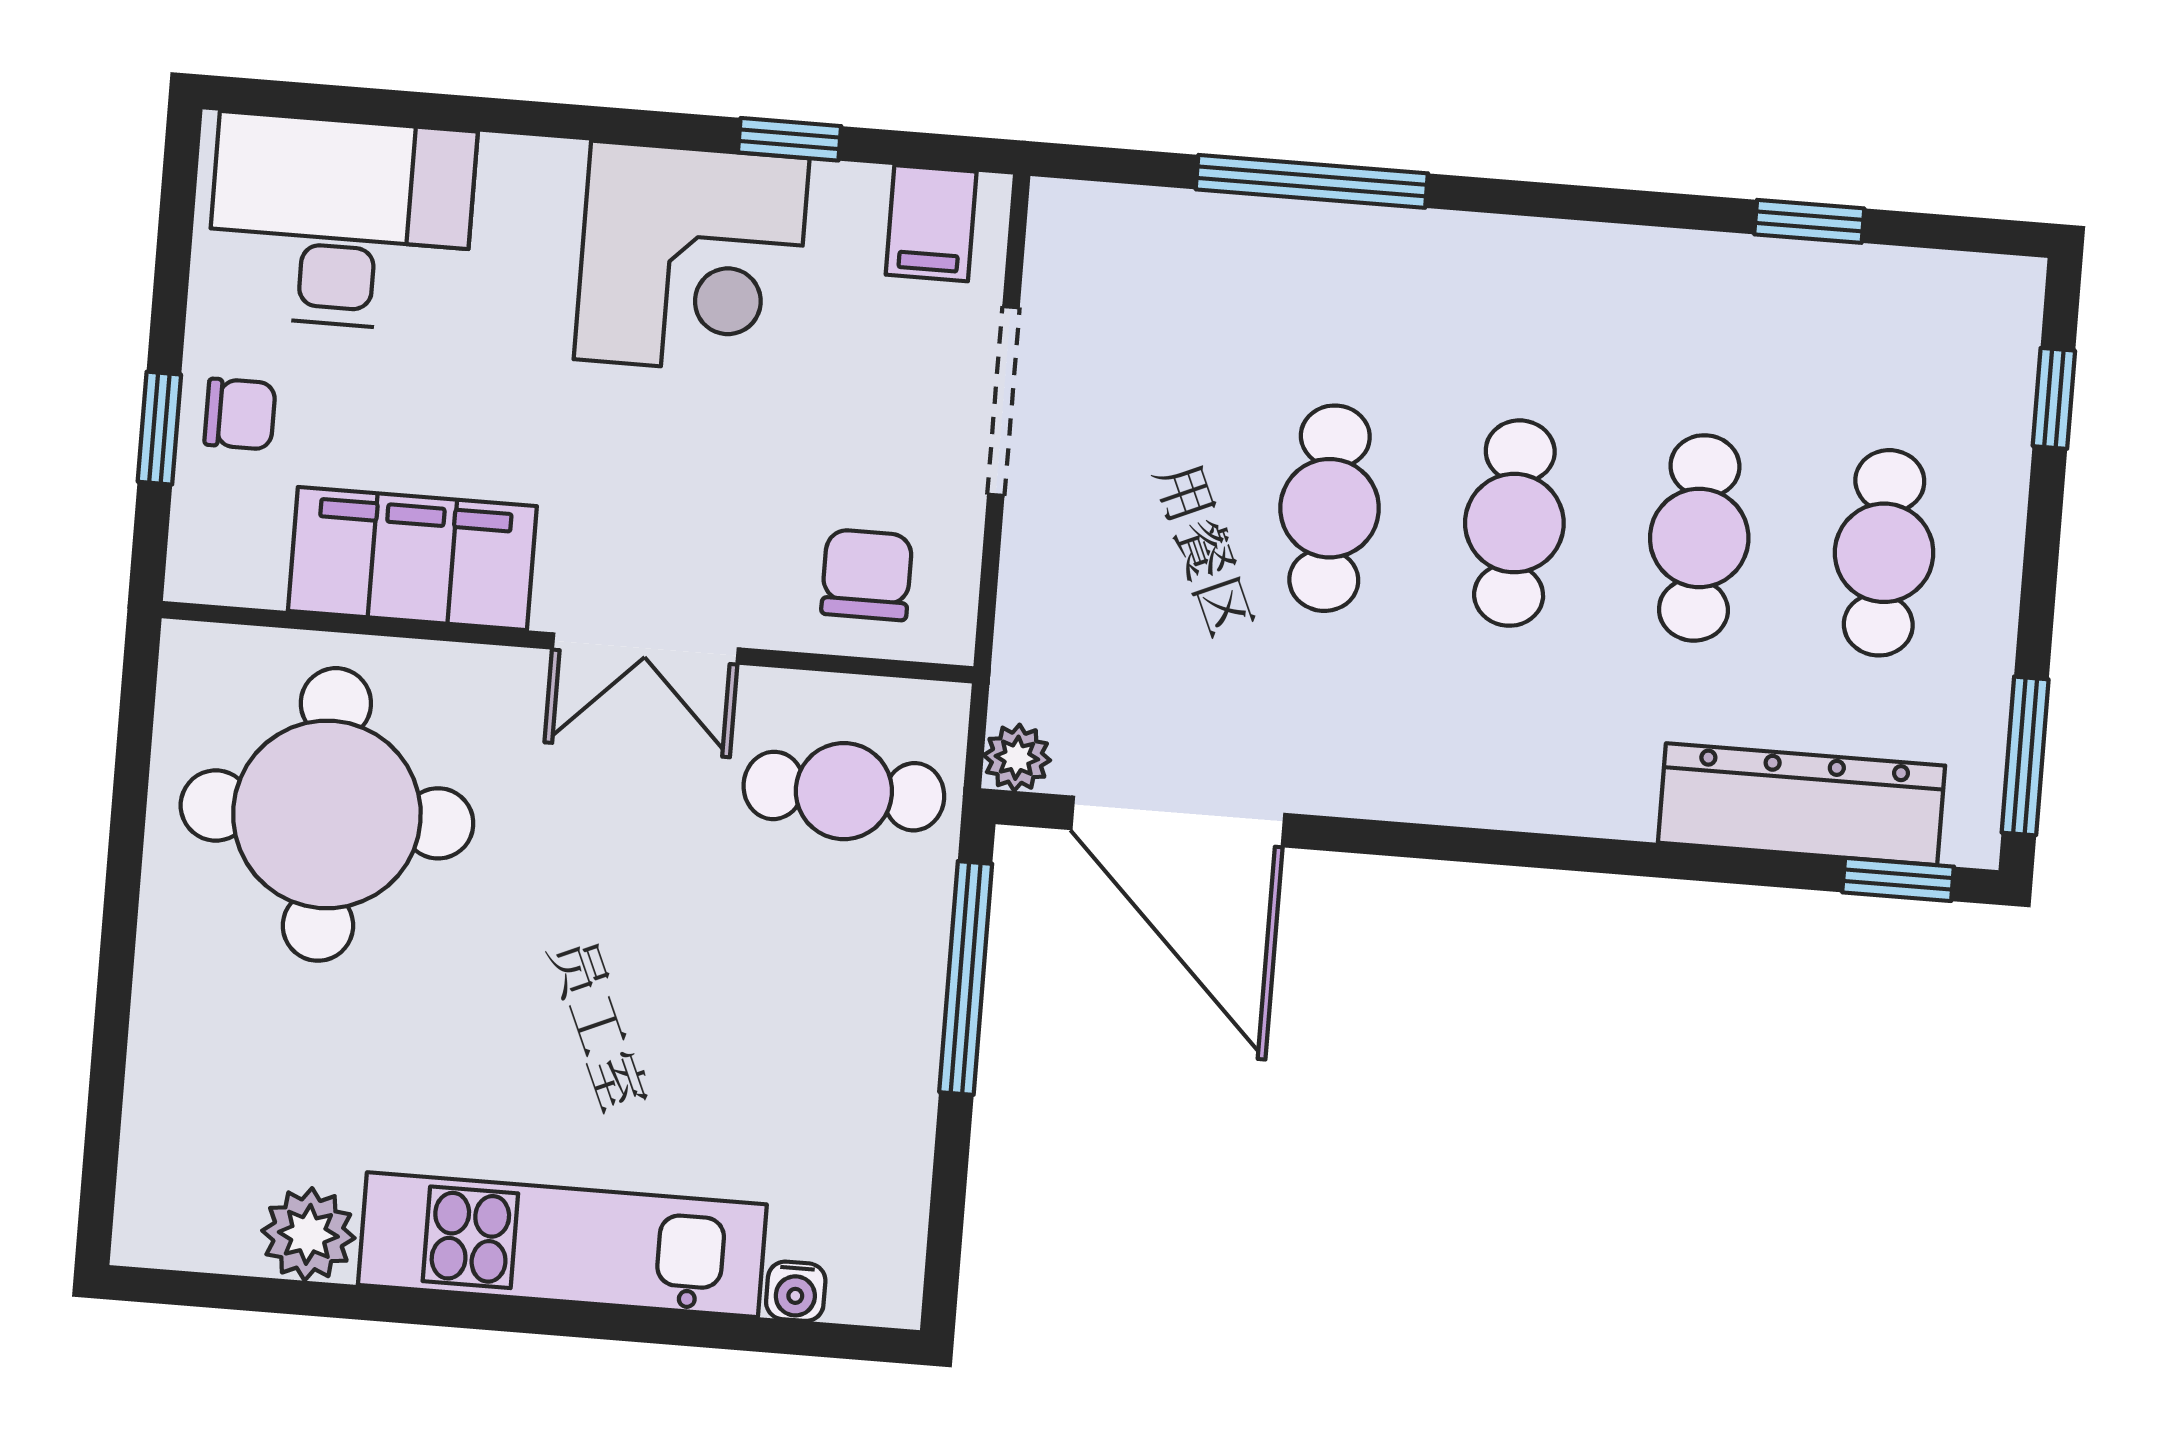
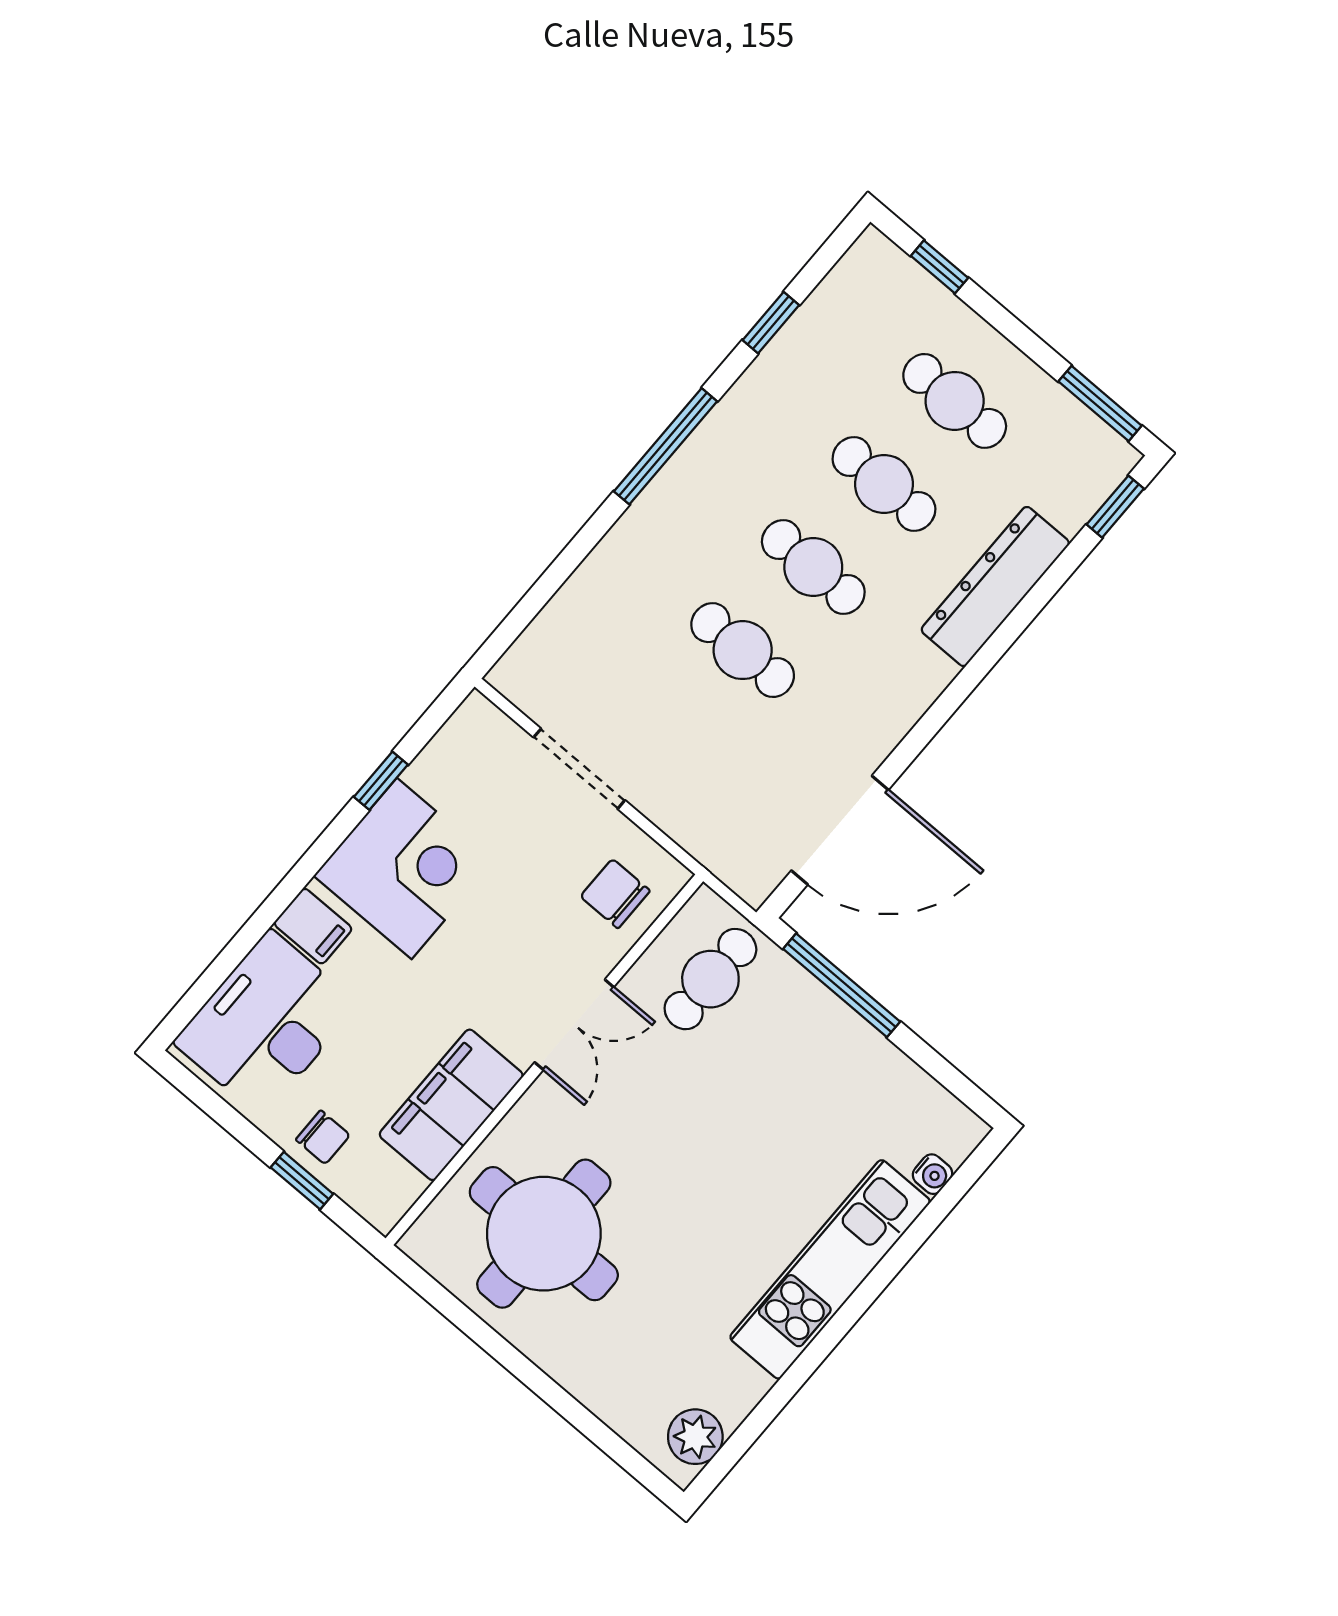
window: (1312, 181) -> (666, 446), moved
filing cabinet: (931, 223) -> (313, 926), moved
chair: (240, 414) -> (323, 1137), turned 90
plant: (1017, 758) -> (754, 885), removed
dresser: (1802, 804) -> (995, 587), moved
plant: (308, 1234) -> (695, 1437), moved

